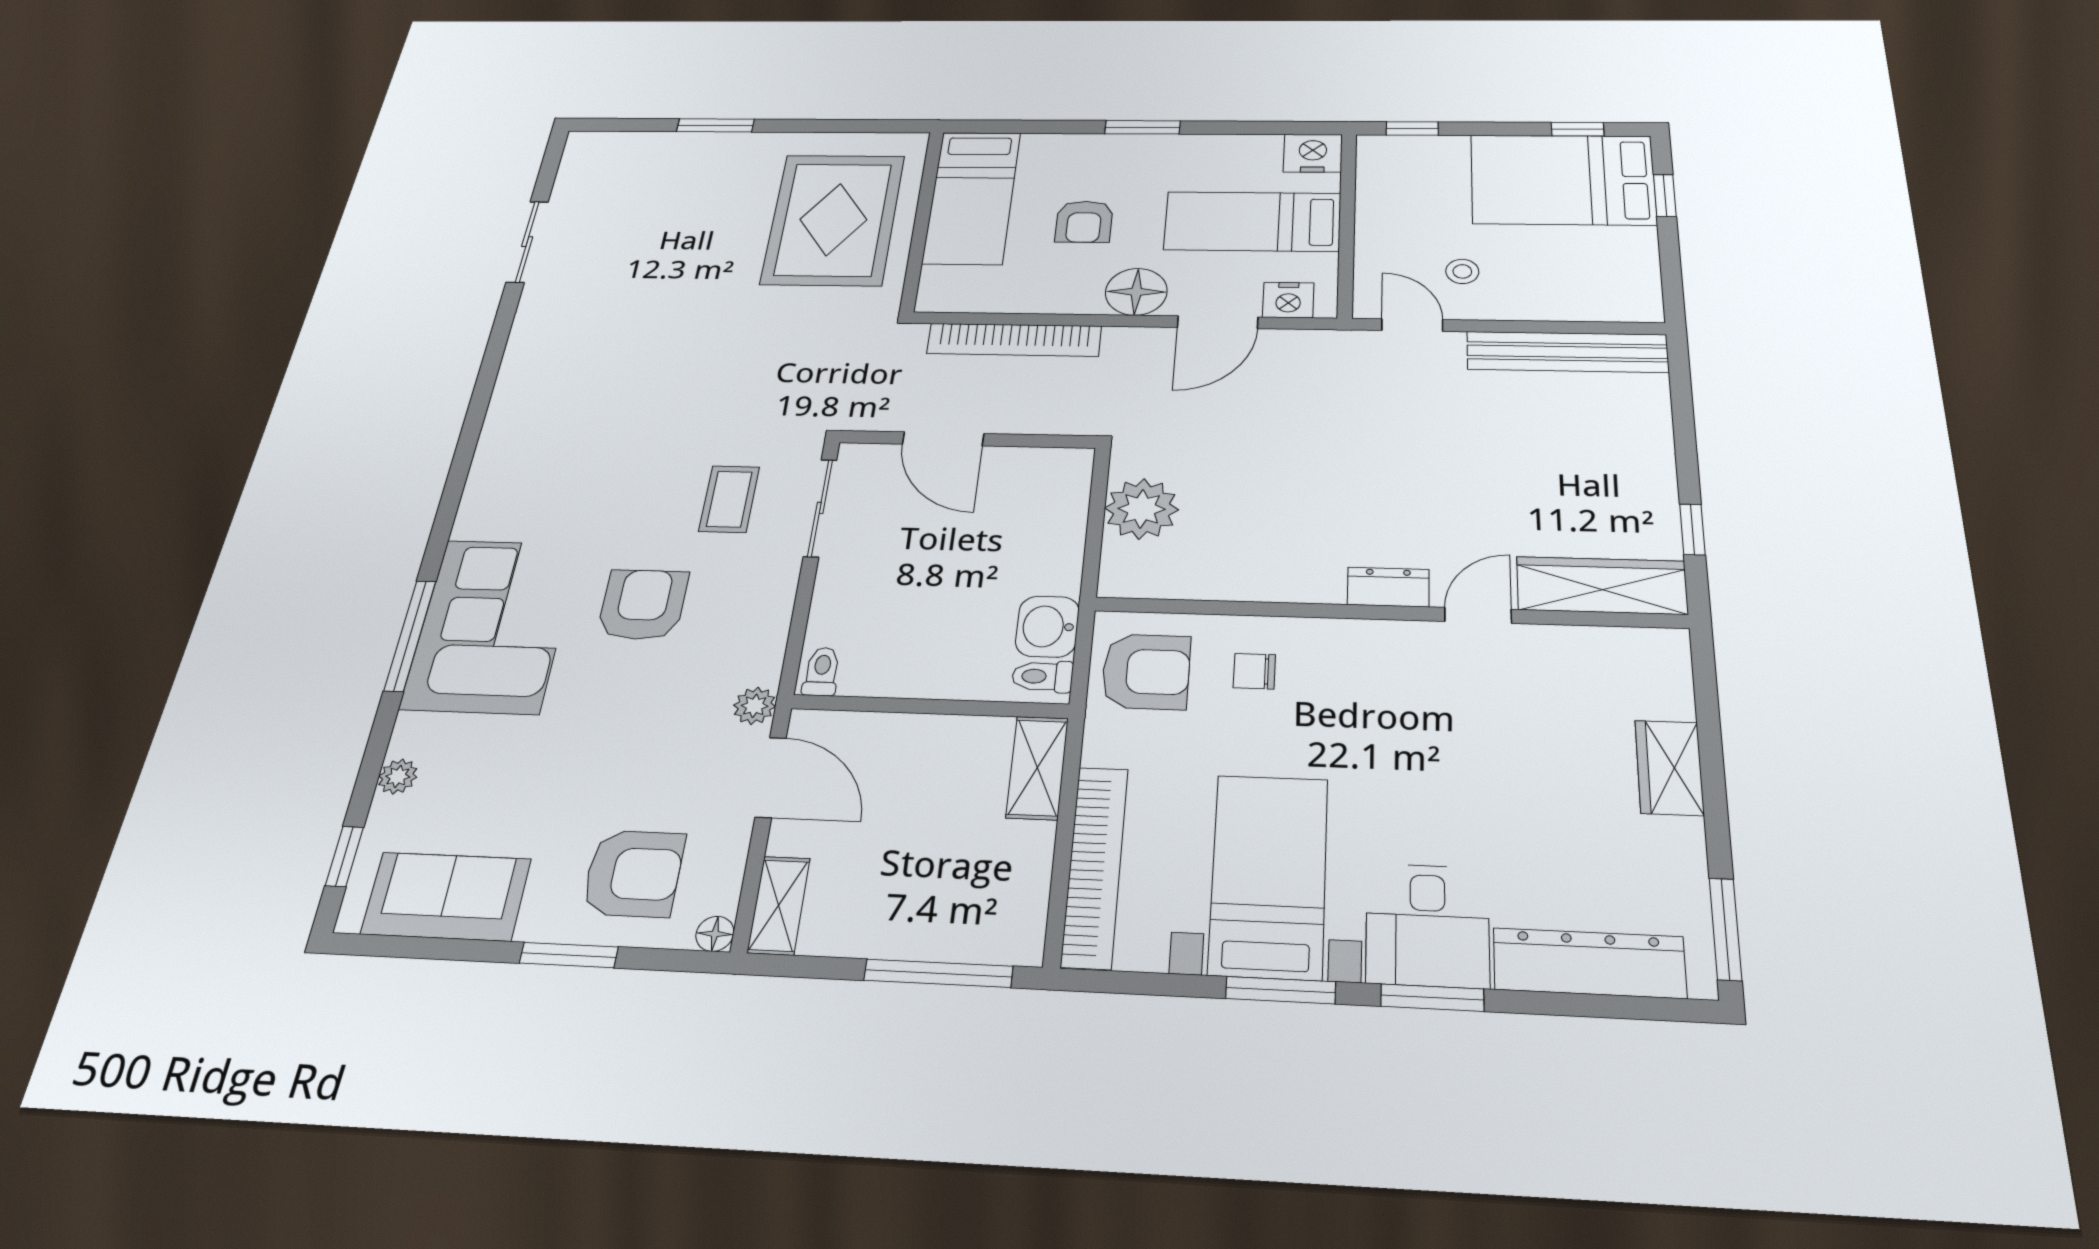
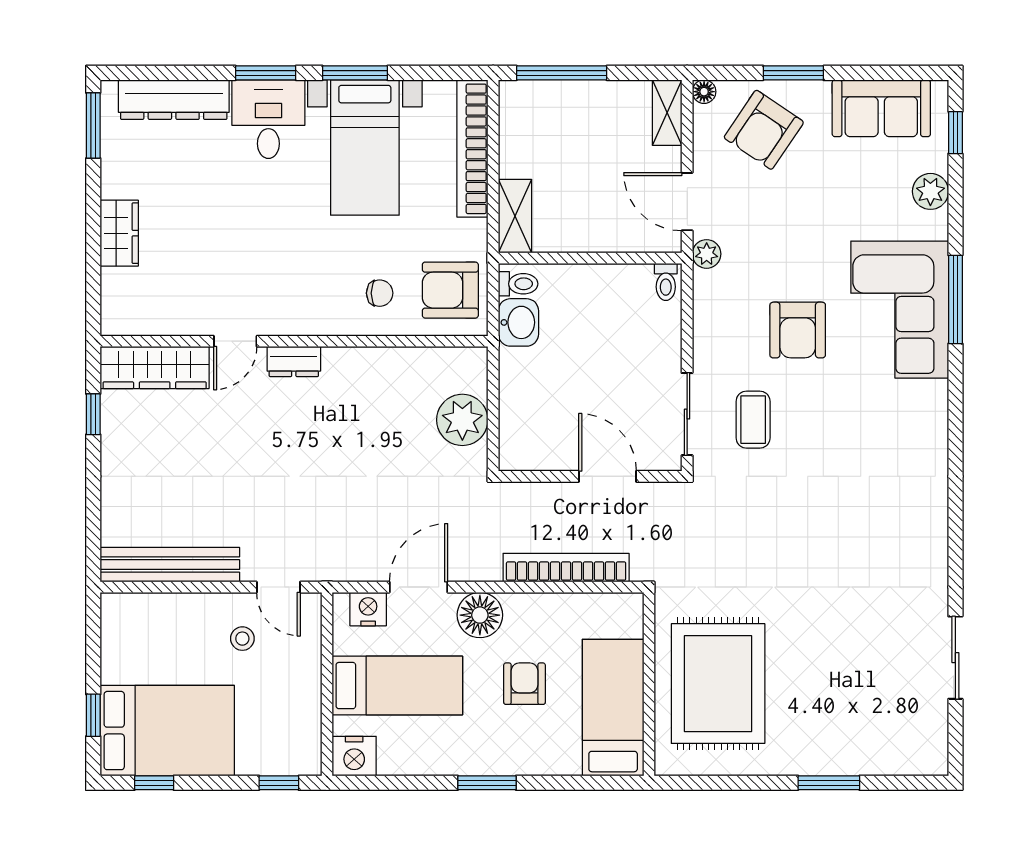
plant: (398, 777) -> (930, 191), width x1.38, depth x1.38
armchair: (633, 873) -> (764, 130), turned -56

